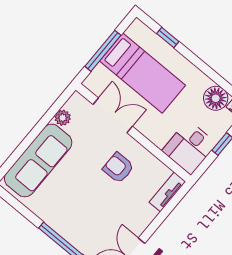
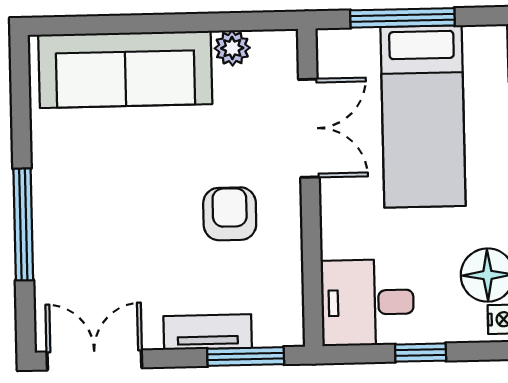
tv unit: (167, 192) -> (208, 332), moved
window: (172, 205) -> (246, 356), added

